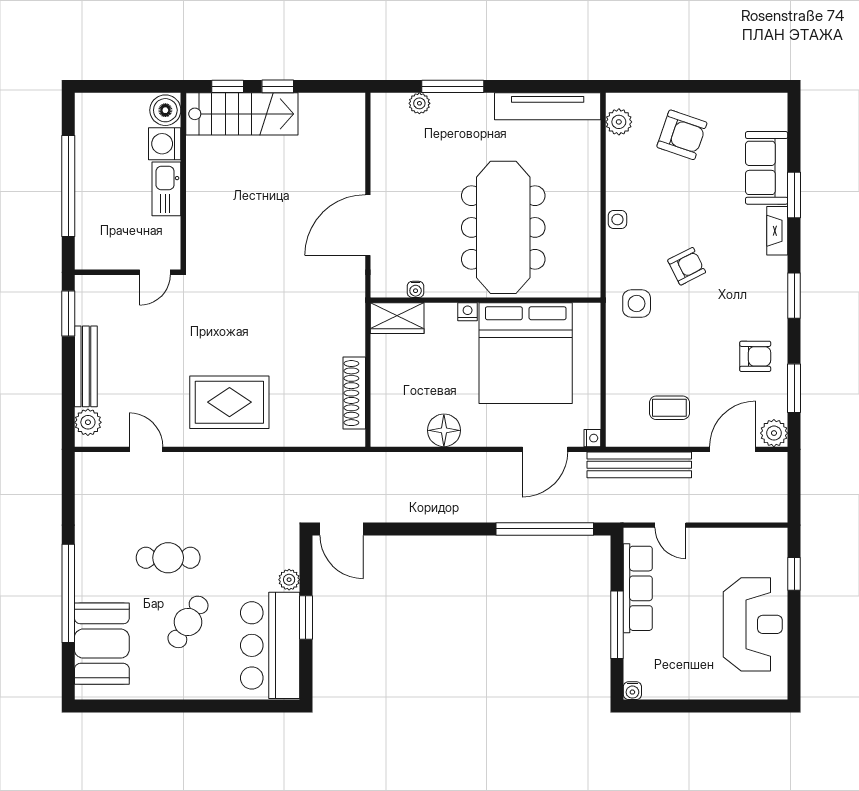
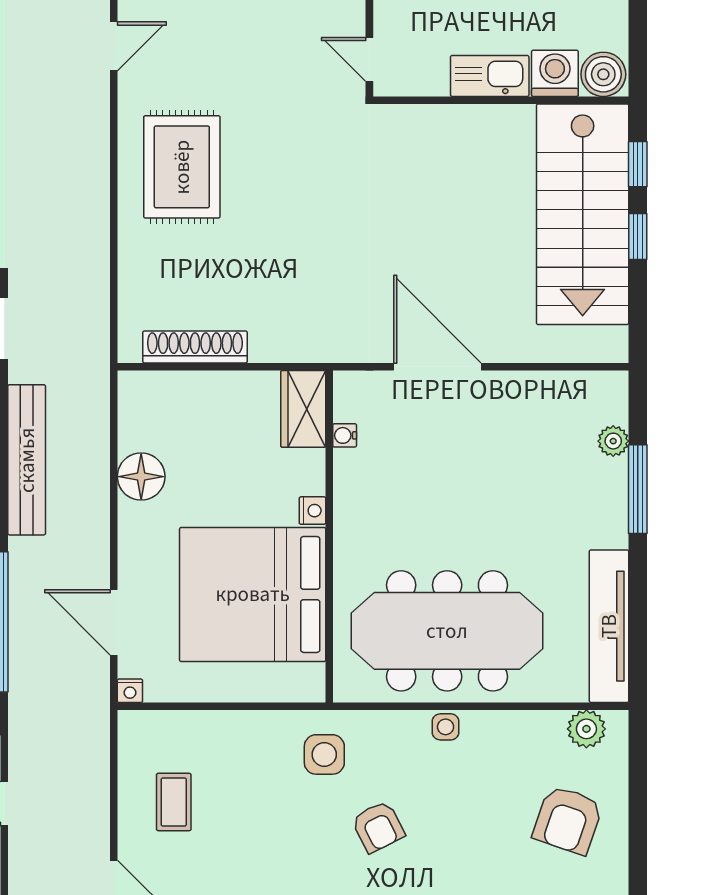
stairs: (242, 114) -> (583, 214), width x1.36, depth x1.51
meeting table: (503, 227) -> (447, 631), moved
bench: (639, 465) -> (27, 460), moved

